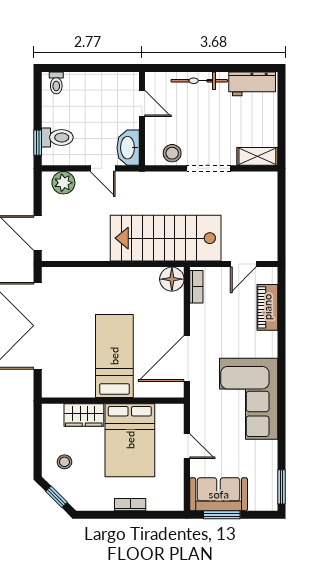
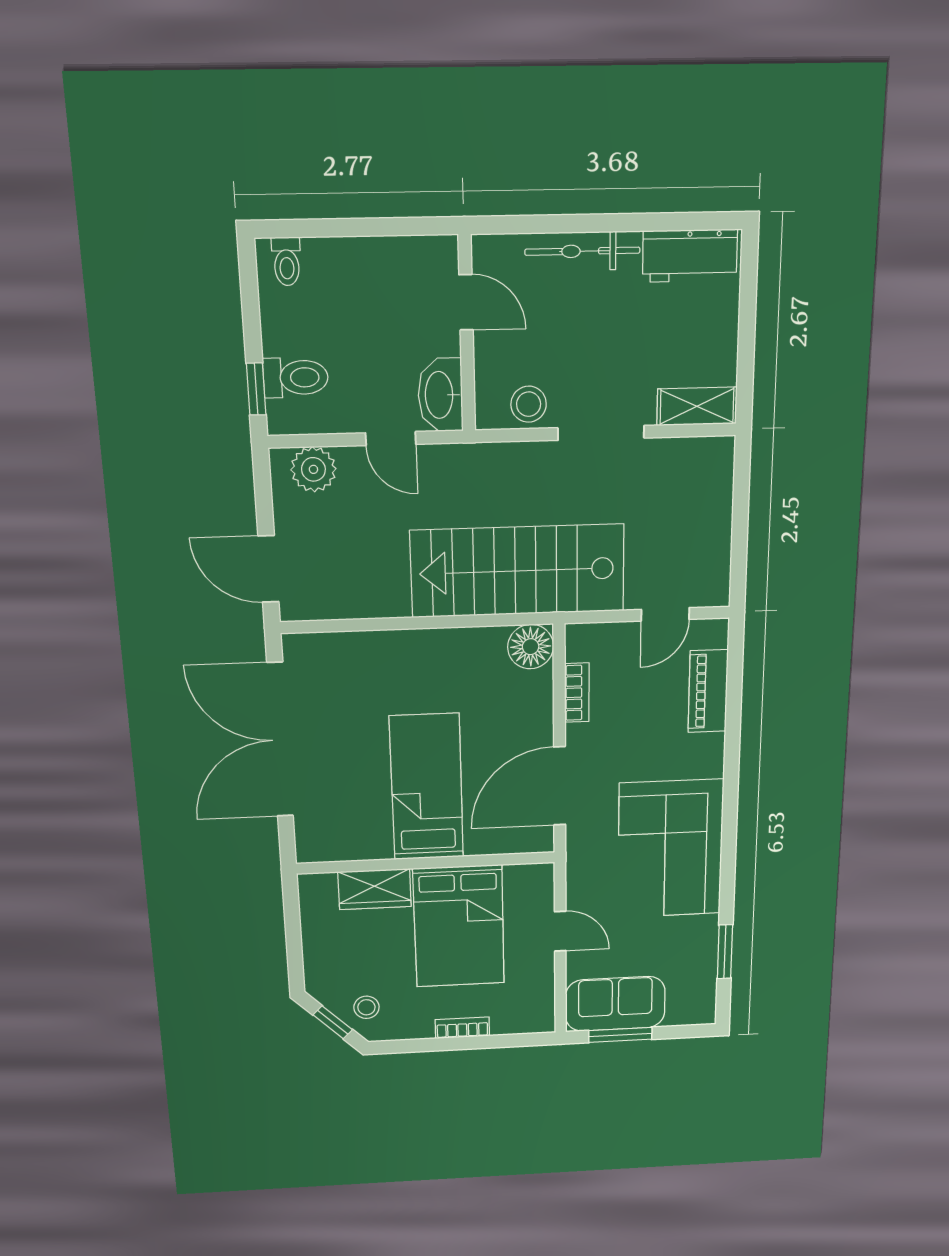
bookcase: (196, 287) -> (577, 693), moved
stool: (64, 462) -> (366, 1007), moved
window: (282, 487) -> (725, 952), moved

